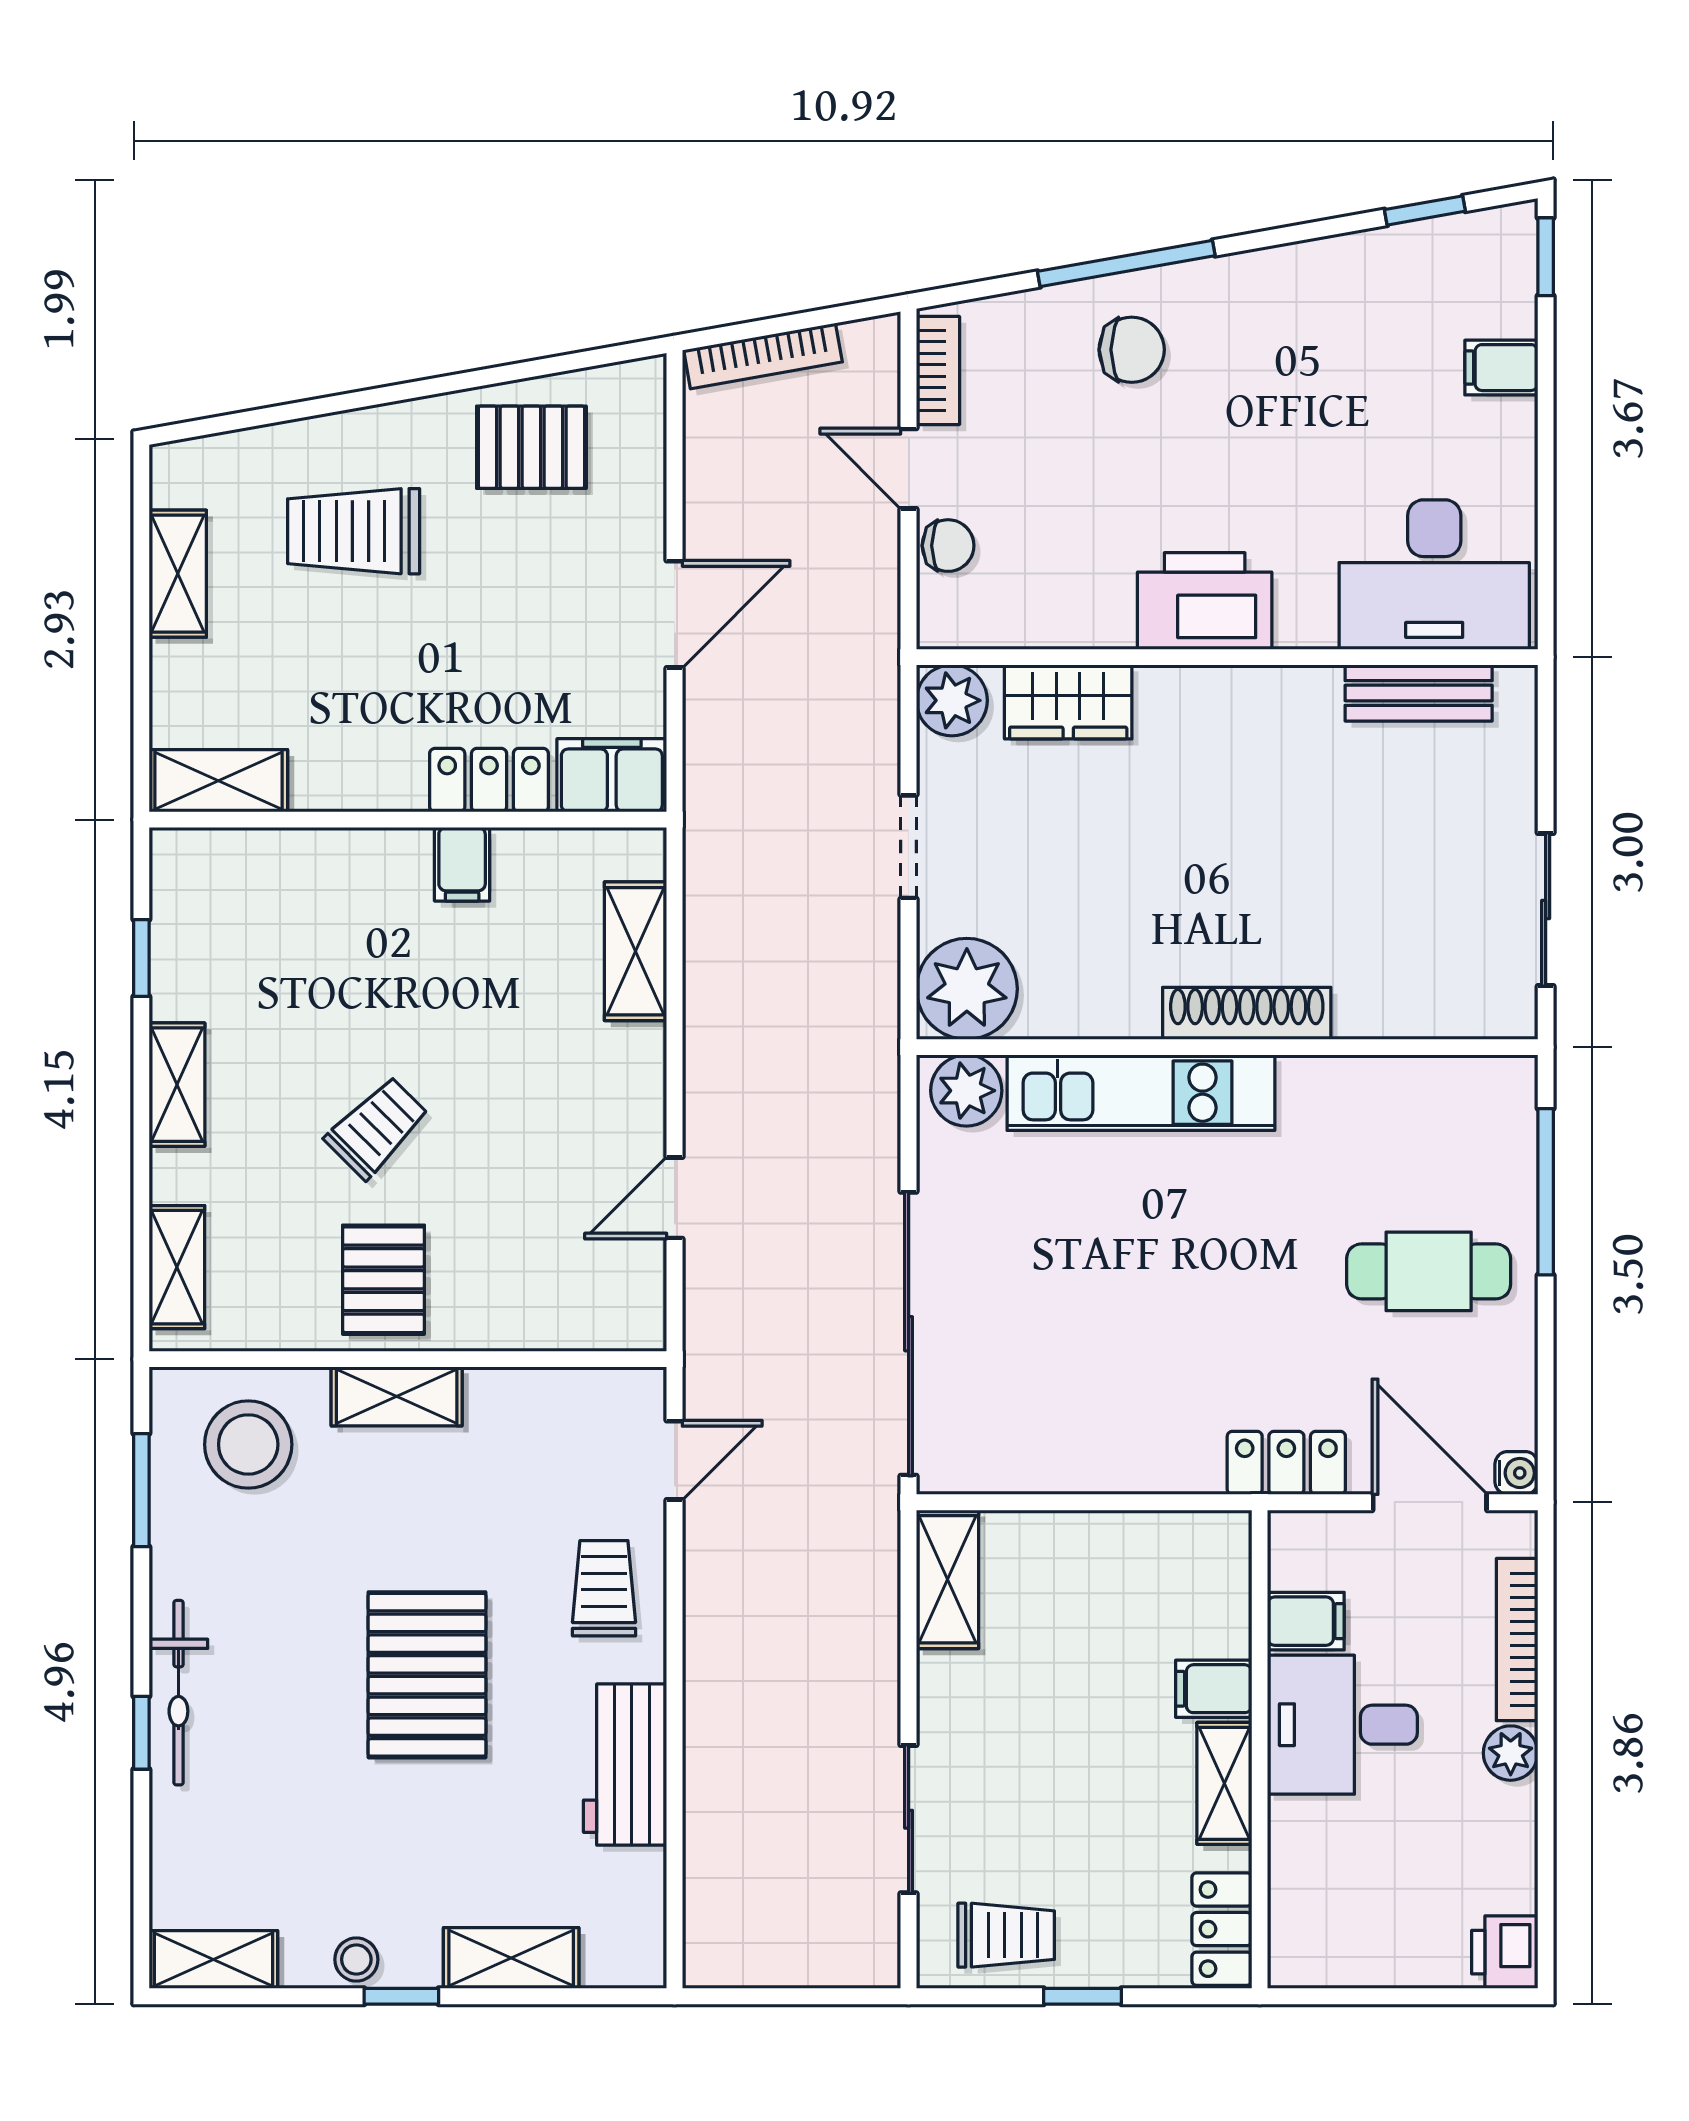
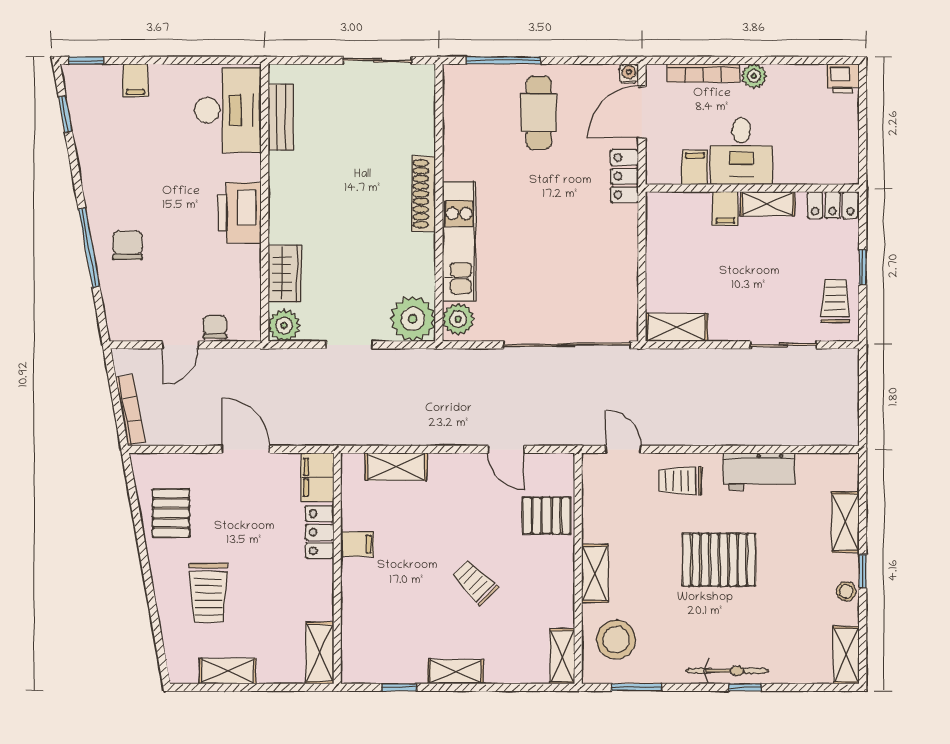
bookcase: (938, 371) -> (137, 332), removed
shelving: (177, 1267) -> (562, 656), moved, turned 90
pallet: (384, 1280) -> (547, 516), moved

